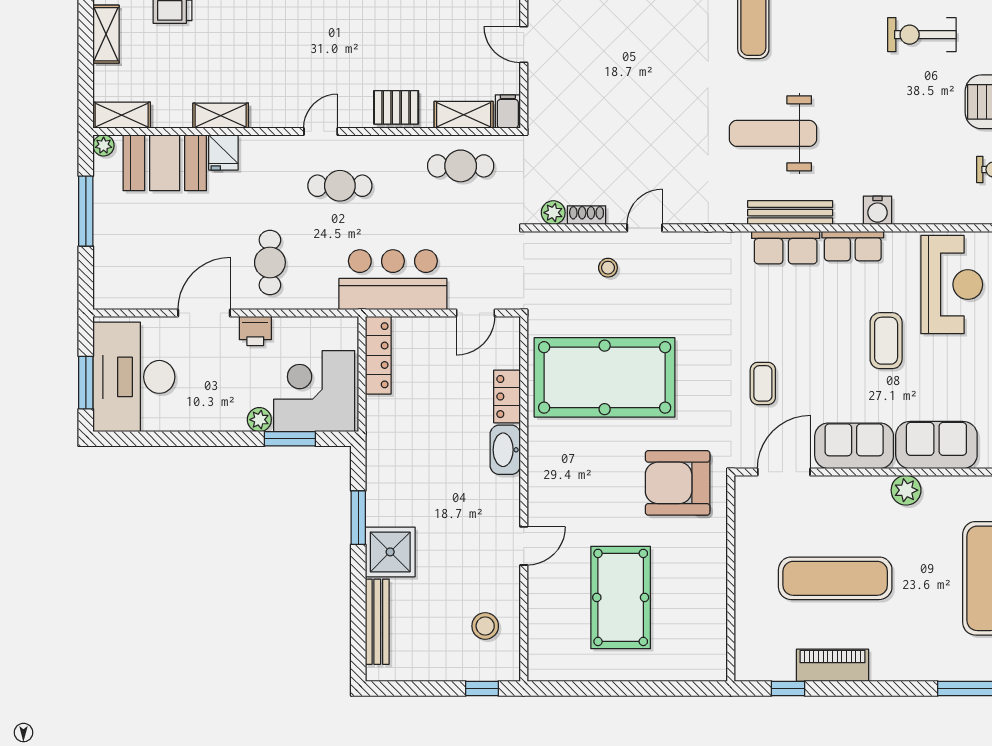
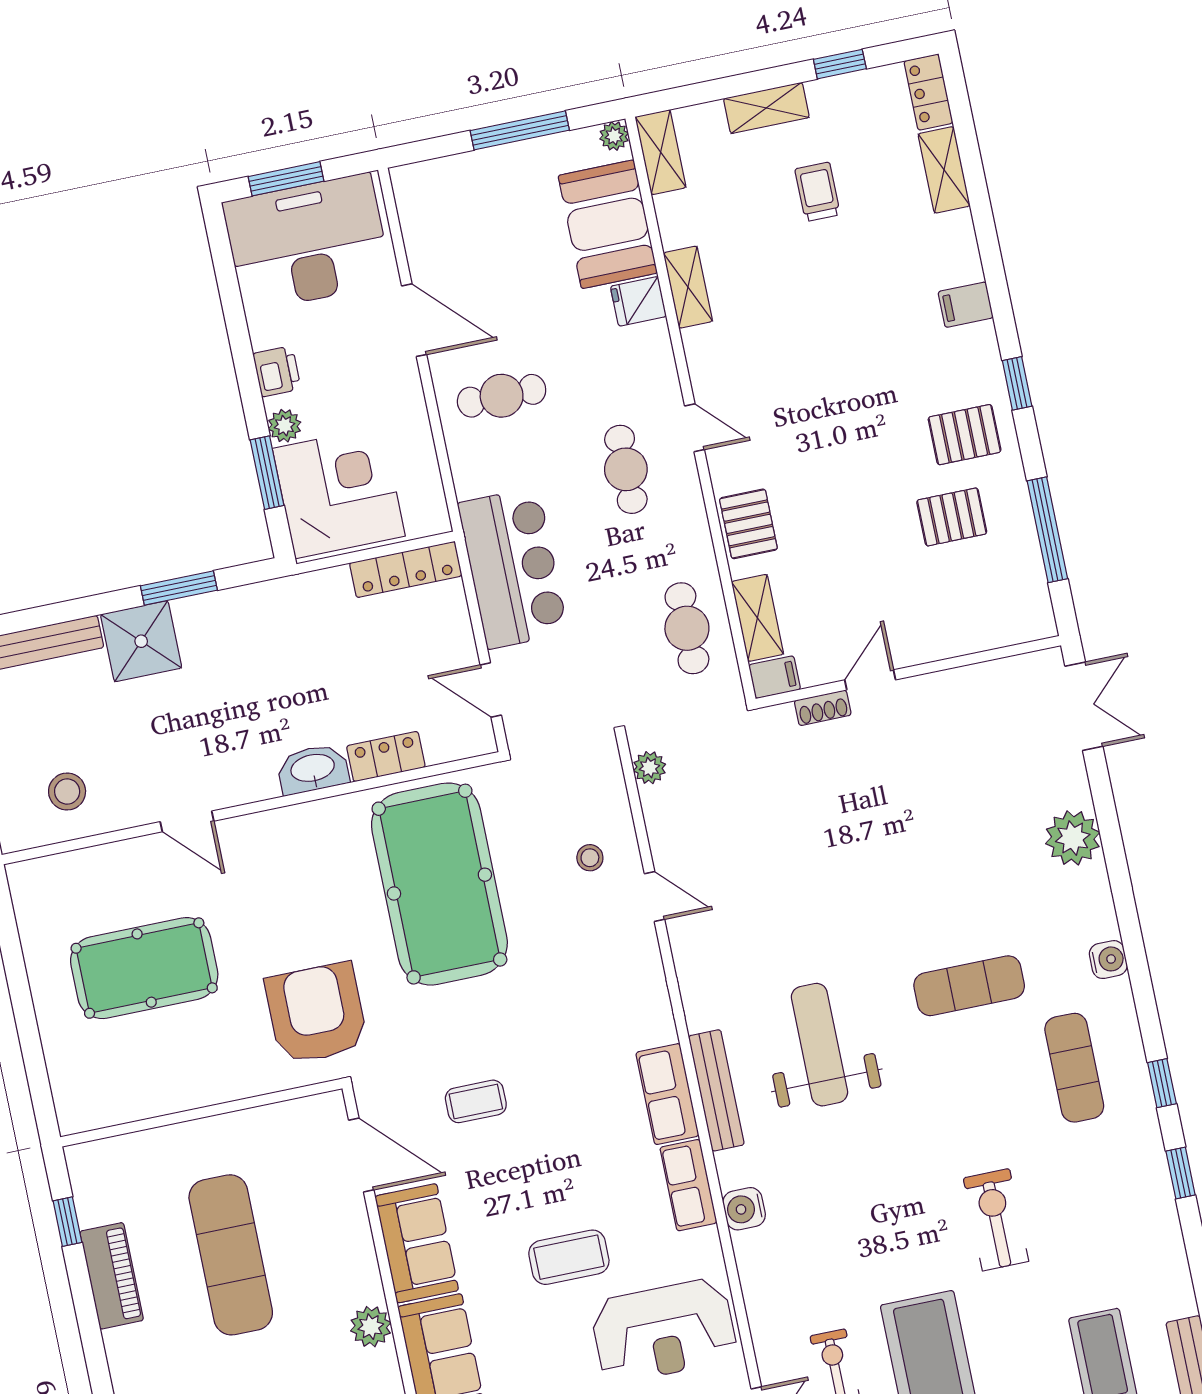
shoe rack: (587, 215) -> (823, 708), moved, turned 90
printer: (255, 331) -> (277, 371), moved, turned 180

